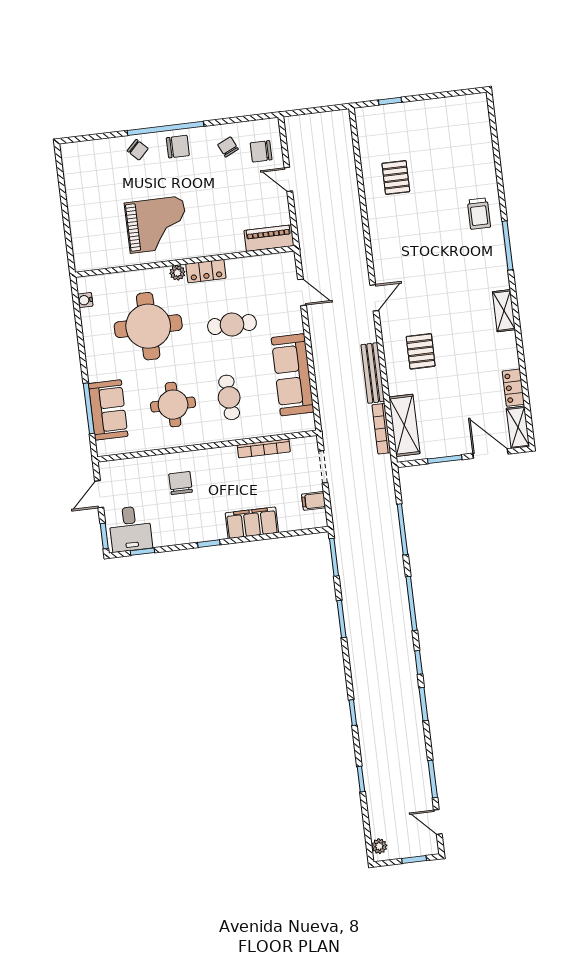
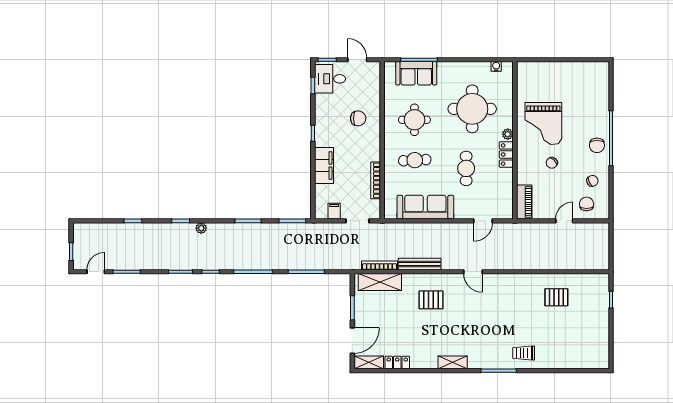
chair: (138, 150) -> (552, 163), moved
plant: (379, 846) -> (201, 228), moved

